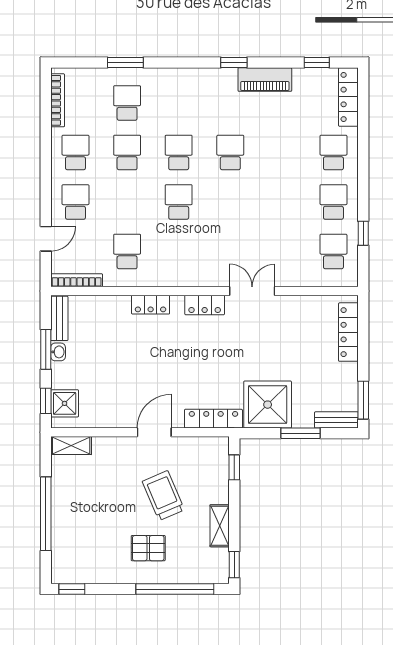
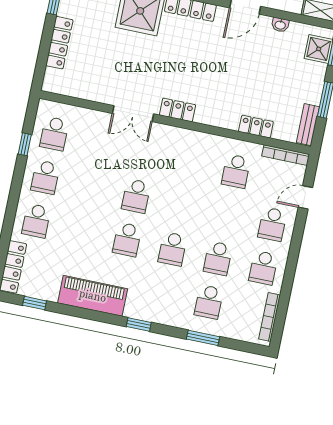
window: (234, 62) -> (139, 325), moved
piano: (265, 80) -> (93, 296), width x1.37, depth x1.33
school desk: (179, 202) -> (136, 196), moved
locker: (151, 305) -> (256, 127), moved
locker: (348, 332) -> (59, 43), moved
washbasin: (58, 352) -> (280, 25), moved, turned -90

